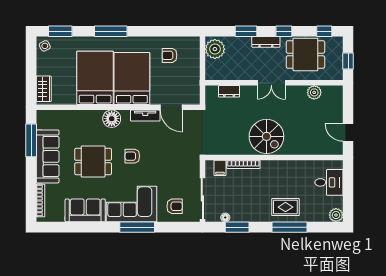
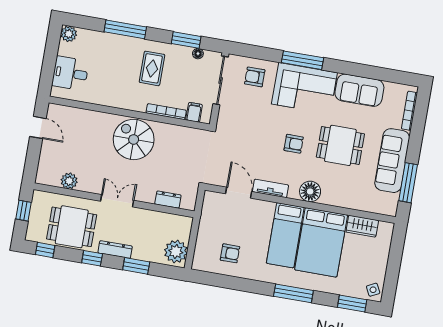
bed: (132, 79) -> (285, 235), width x0.67
wardrobe: (44, 89) -> (362, 226), moved, turned -90
rug: (285, 207) -> (152, 68), moved, turned 90

